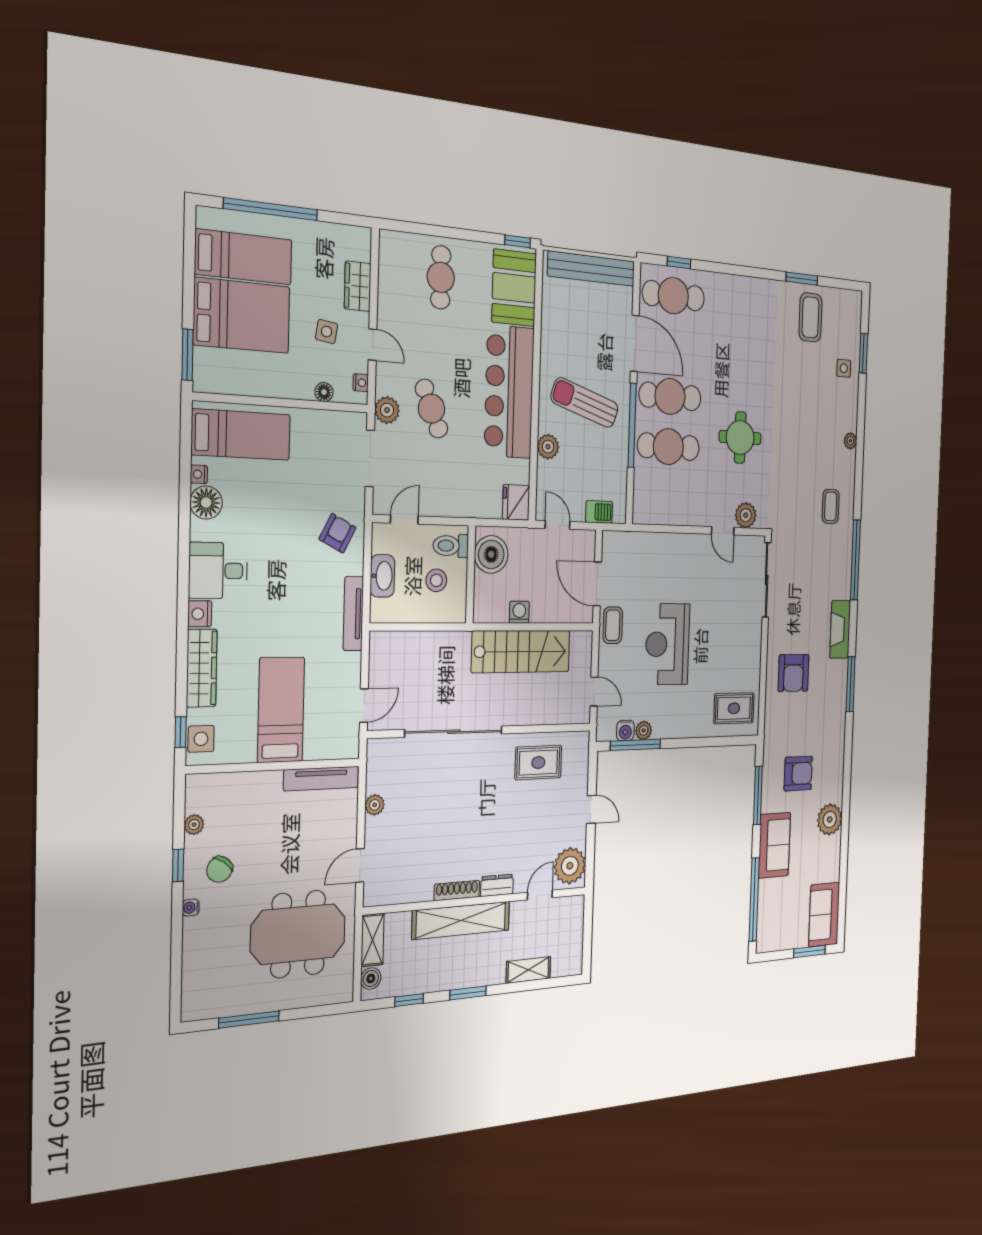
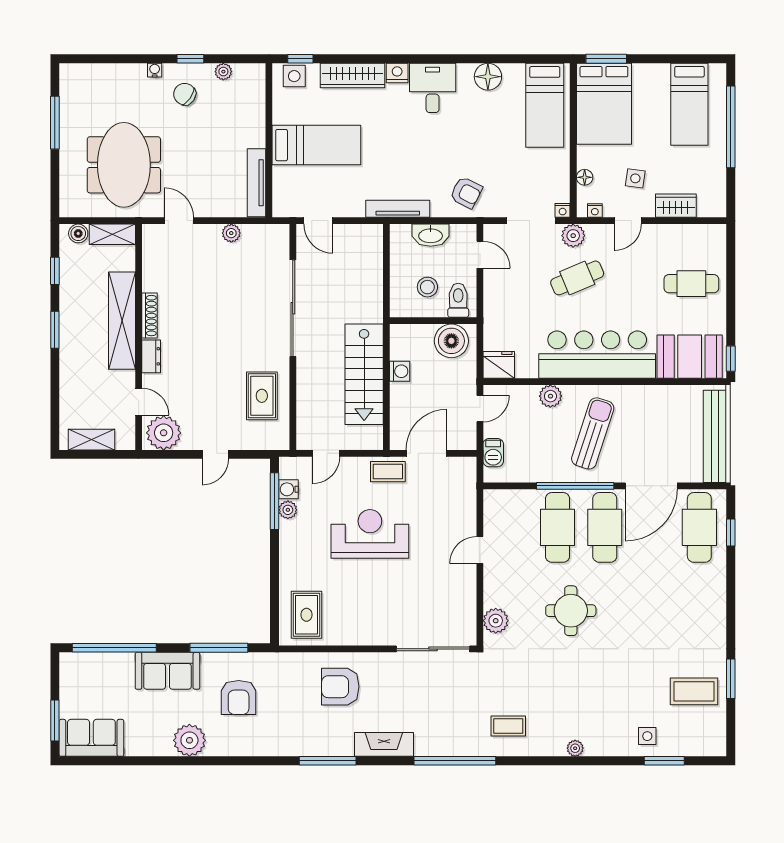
bed: (242, 316) -> (604, 104), moved
nightstand: (199, 474) -> (563, 210), moved, turned 180
door: (723, 531) -> (480, 550), moved
shelving: (528, 970) -> (91, 440), moved, turned 90

